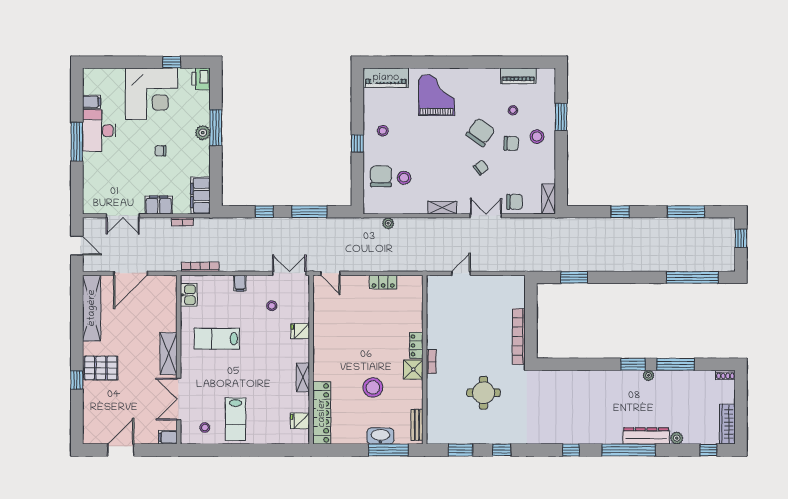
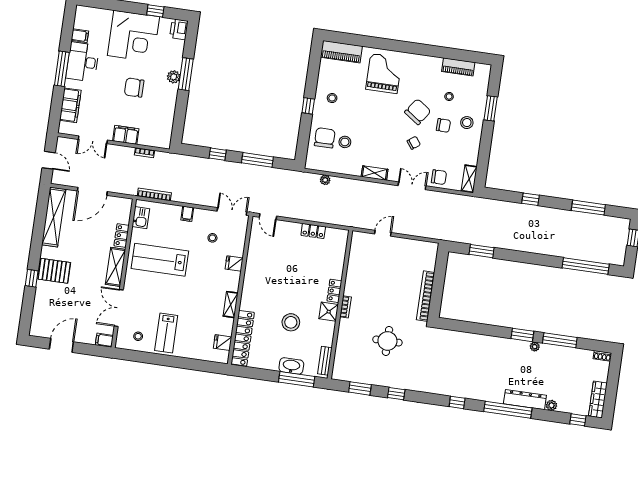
chair: (160, 151) -> (134, 88), width x1.87, depth x1.87
filing cabinet: (200, 195) -> (70, 105), moved, turned 180
locker: (170, 318) -> (122, 236), added
lab bench: (217, 339) -> (160, 260), width x1.36, depth x1.39

